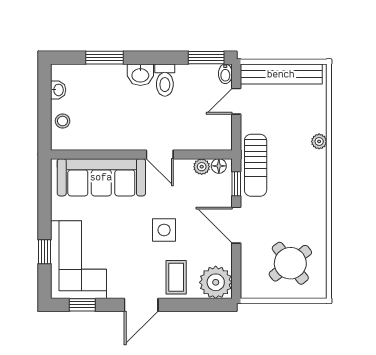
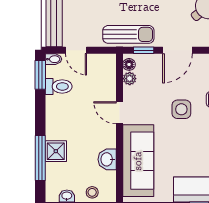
window: (105, 58) -> (40, 158), width x1.44
washbasin: (140, 75) -> (107, 159), moved, turned 180
shower: (113, 77) -> (56, 151), added
toilet: (165, 80) -> (59, 86), moved
door: (160, 154) -> (120, 113), swing flipped

